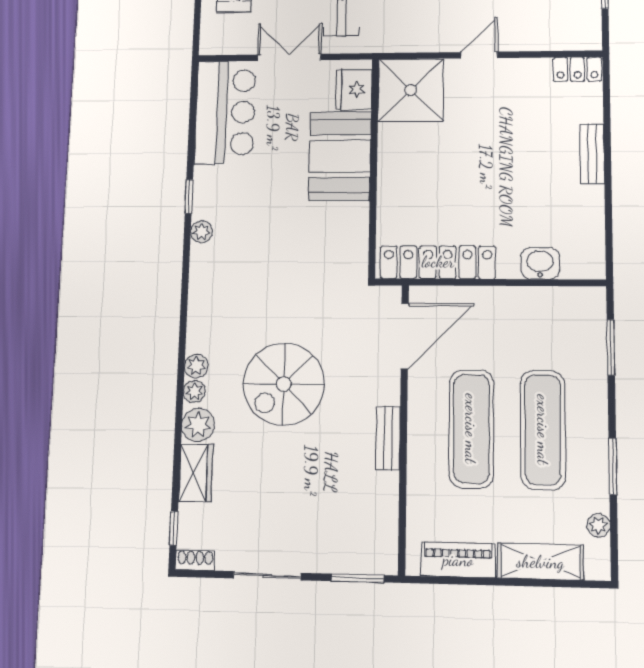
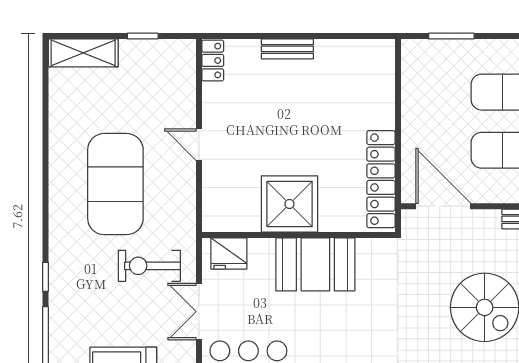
shower: (411, 90) -> (289, 204), moved
booth: (340, 156) -> (315, 264), moved
washbasin: (540, 263) -> (382, 93), removed

